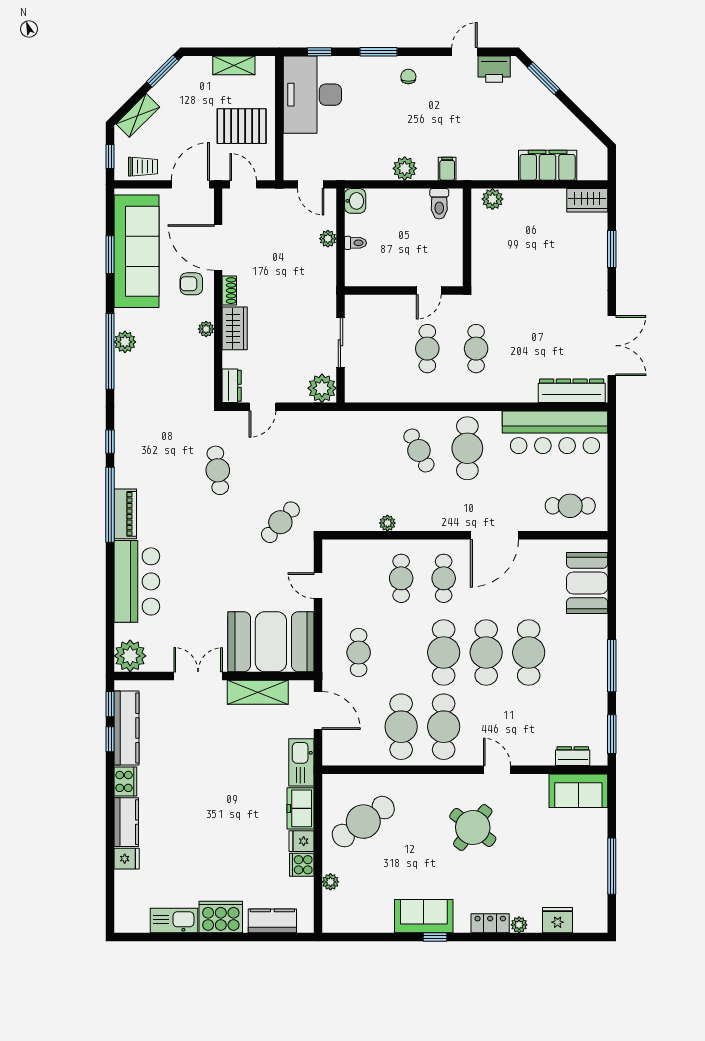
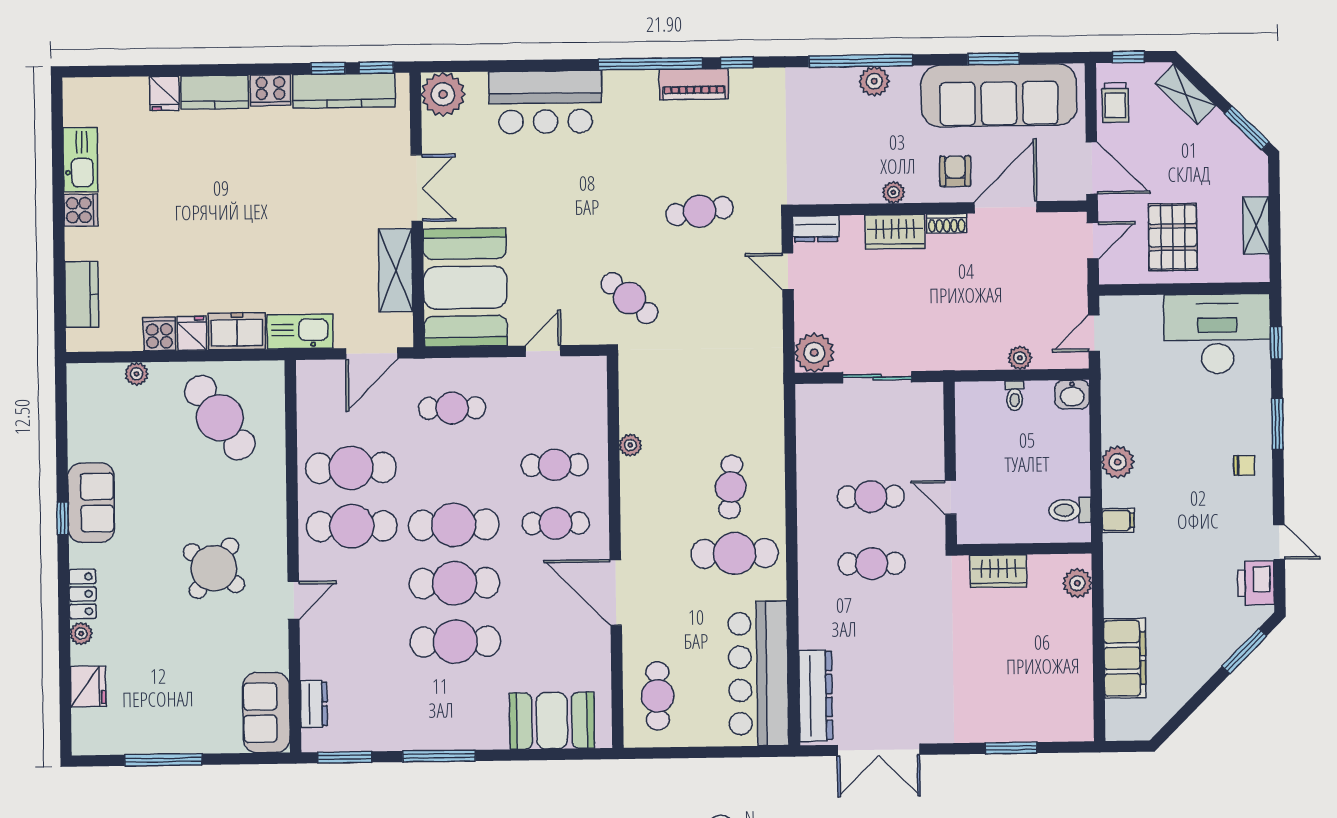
wardrobe: (587, 200) -> (998, 571), moved, turned -90
cafe table: (419, 450) -> (731, 487), turned -59
piano: (125, 514) -> (694, 84), moved
cooker: (221, 917) -> (81, 210), width x0.53, depth x0.76

